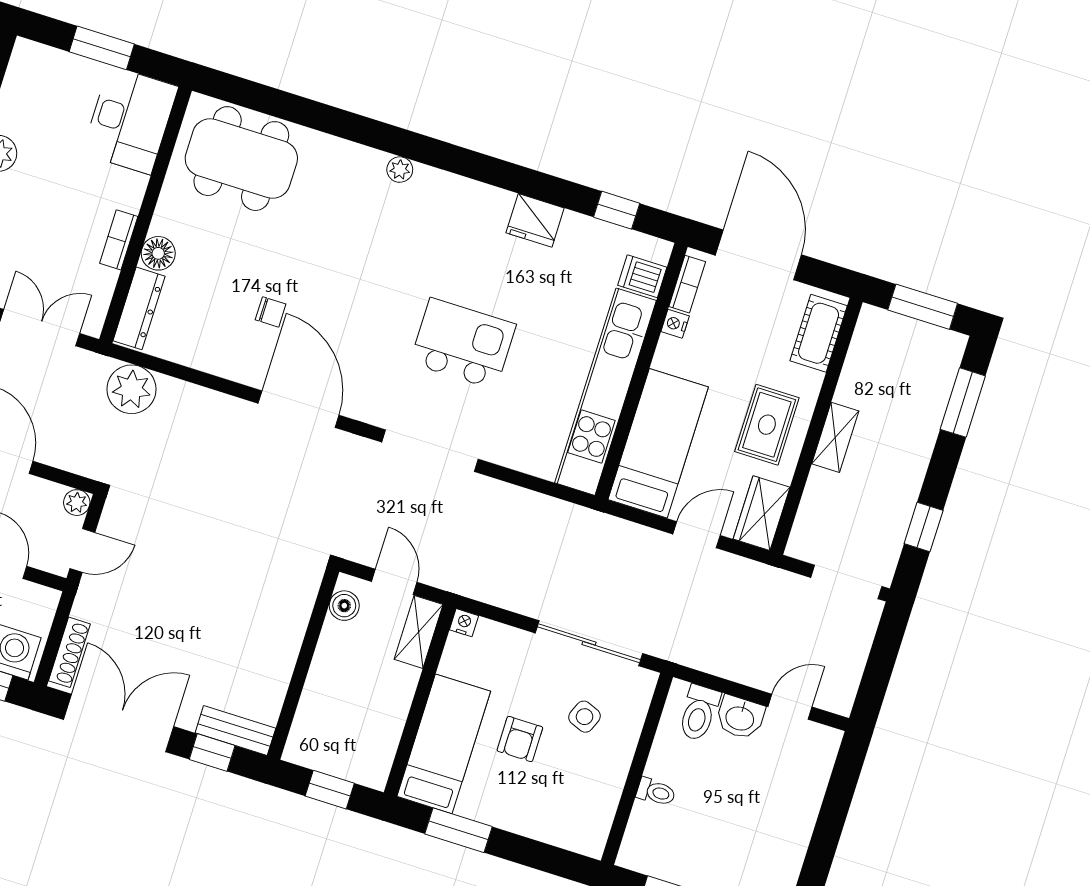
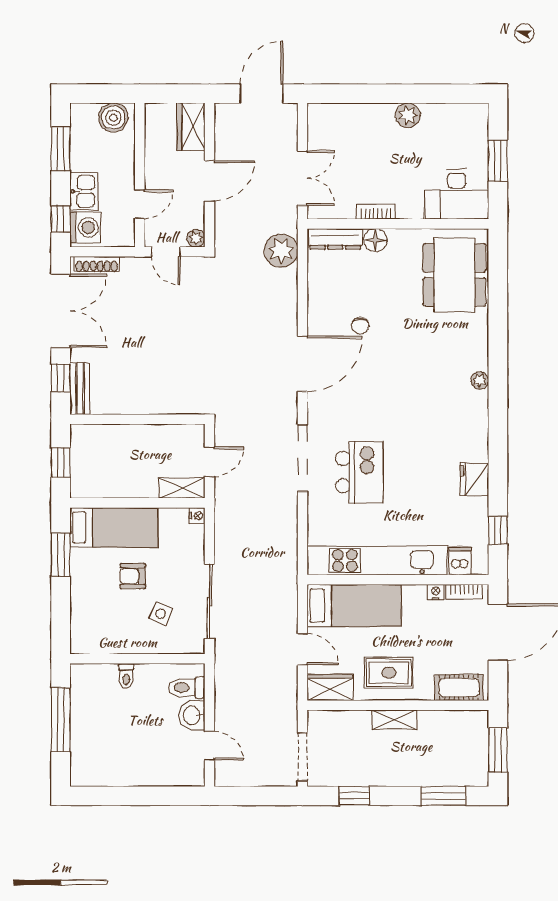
kitchen island: (463, 344) -> (359, 472), moved
boiler: (344, 606) -> (184, 434), removed

